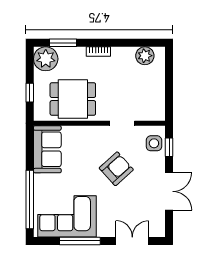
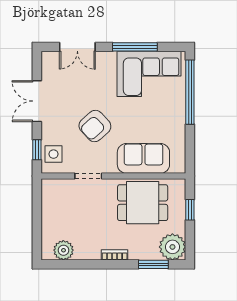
sofa: (47, 149) -> (143, 158), moved, turned 90

